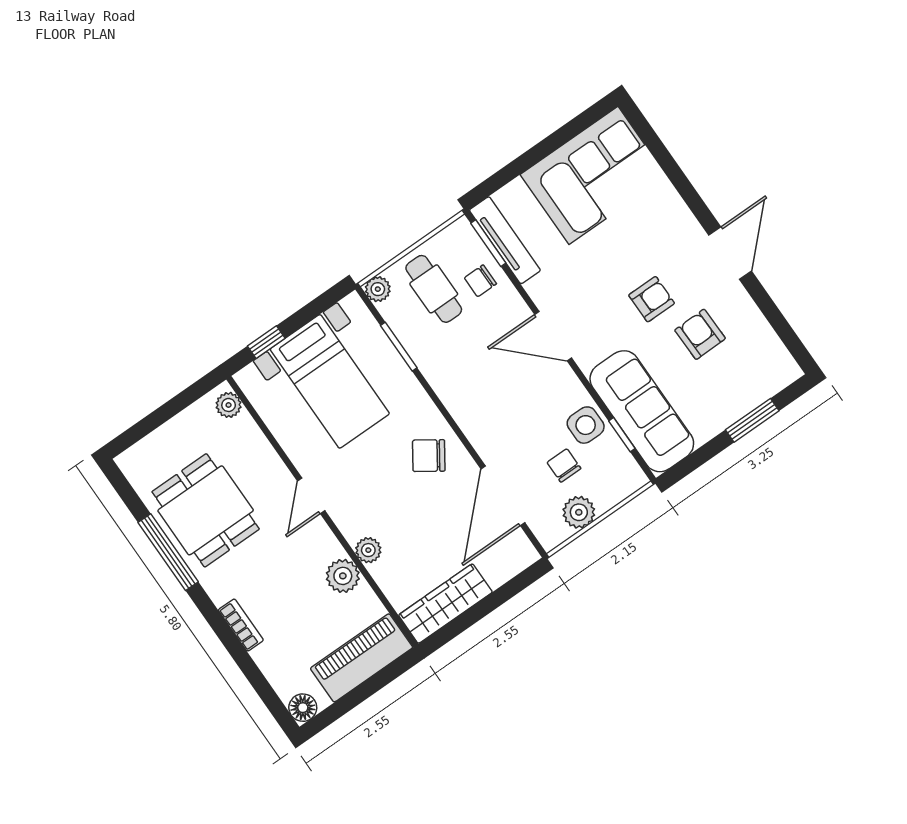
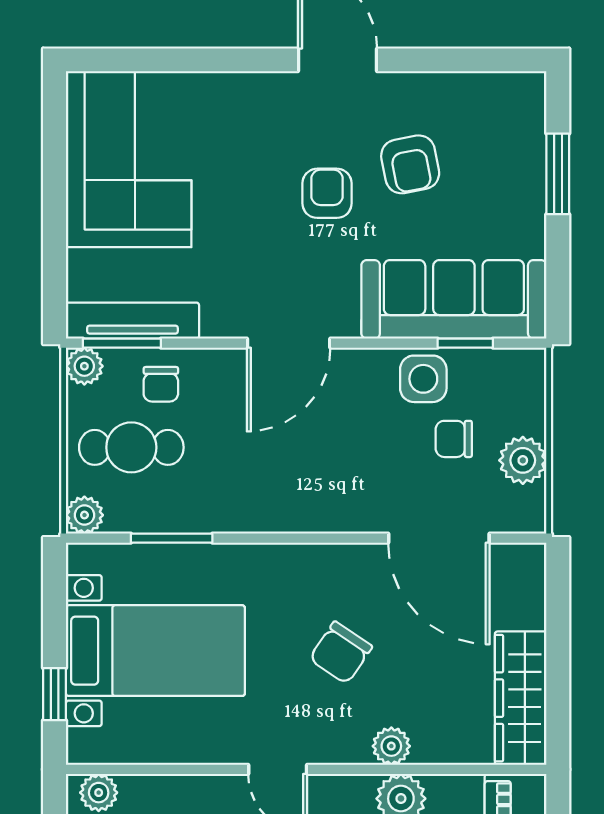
plant: (461, 231) -> (84, 366), added
armchair: (700, 334) -> (410, 164), turned -100
chair: (429, 456) -> (341, 653), moved

